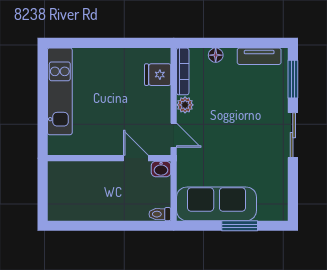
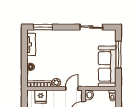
sliding door: (293, 135) -> (91, 27), moved
window: (240, 226) -> (118, 55), width x1.44

